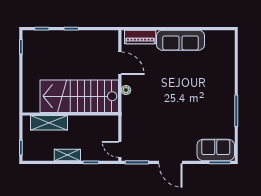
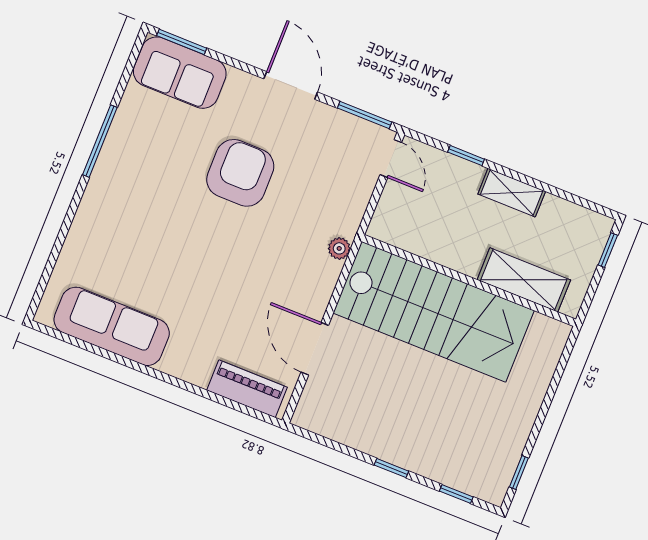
sofa: (181, 40) -> (112, 326), moved
plant: (126, 90) -> (339, 248), moved
armchair: (176, 120) -> (240, 173), added

